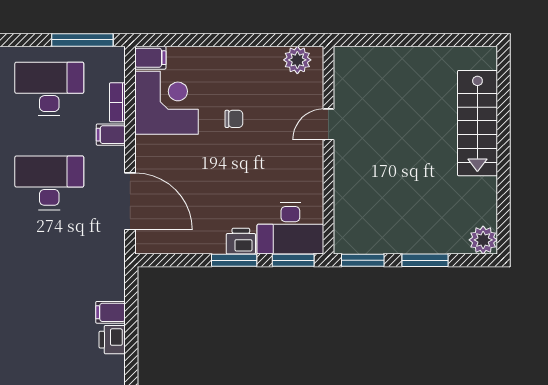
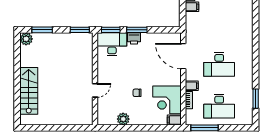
plant: (297, 60) -> (123, 119), moved
window: (425, 260) -> (42, 30), moved

